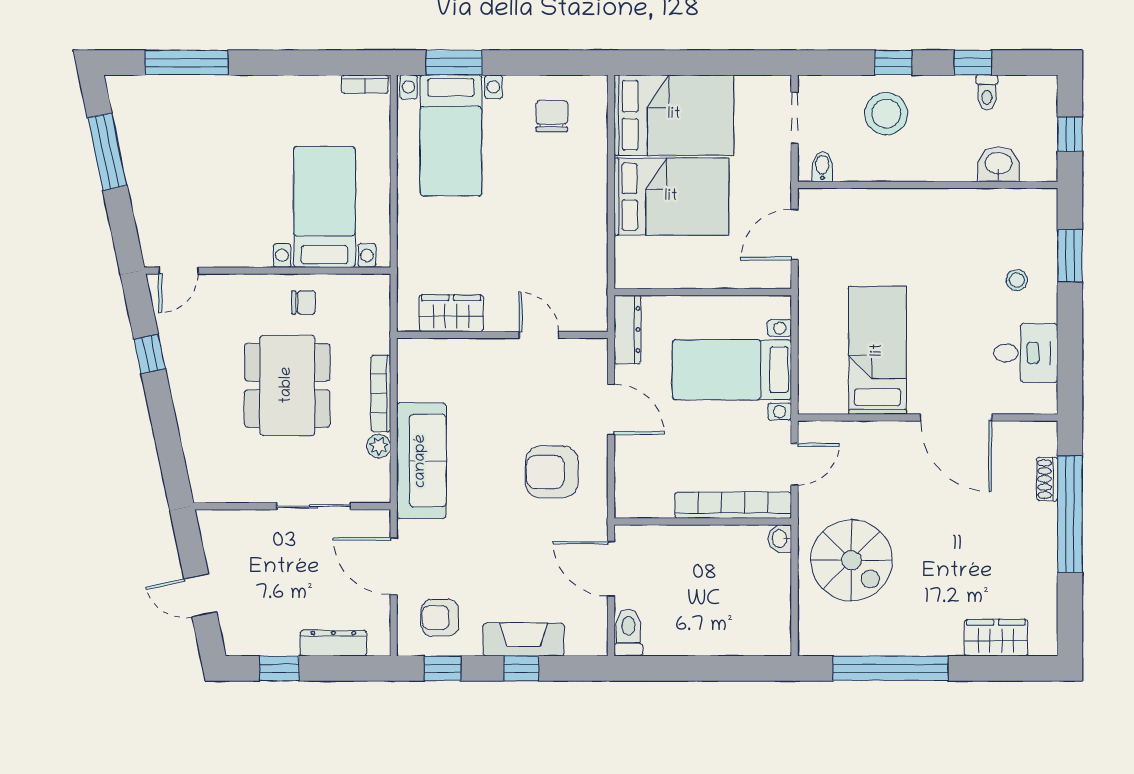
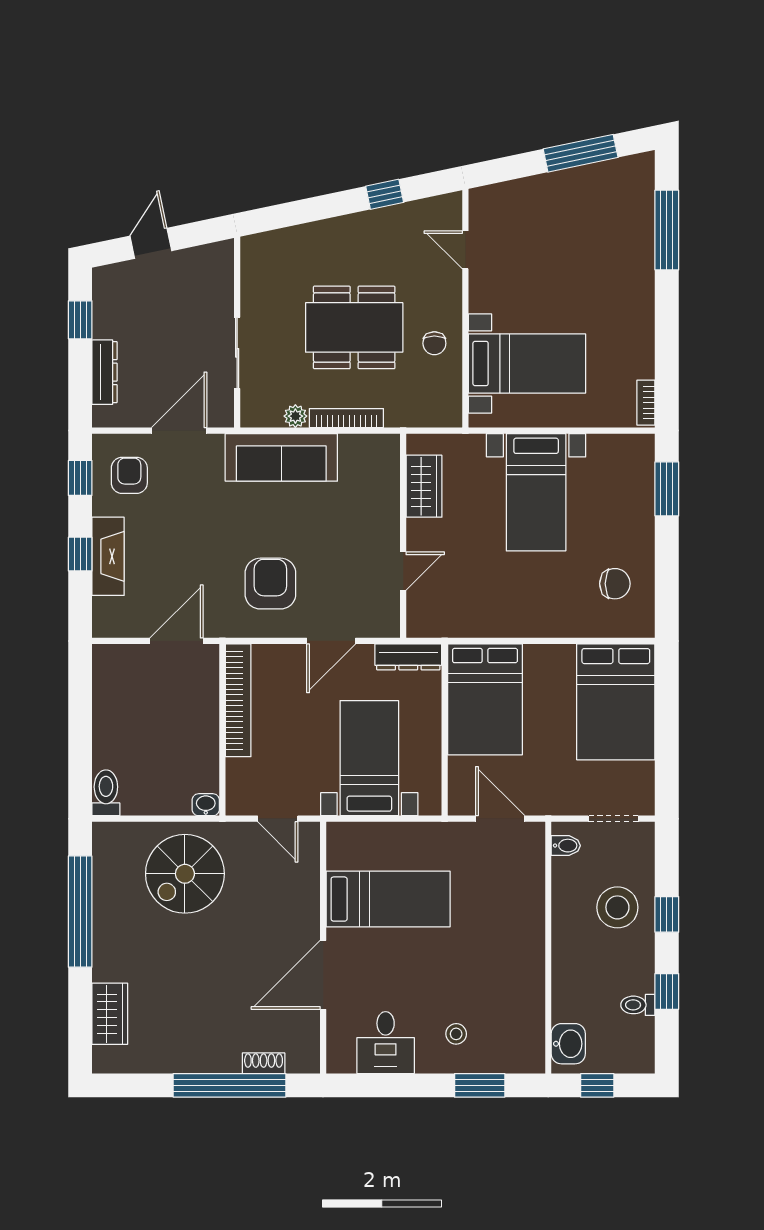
bed with nightstands: (451, 135) -> (536, 492), moved, turned -90
washbasin: (998, 164) -> (568, 1044), moved
bed: (671, 197) -> (485, 699), moved
door: (178, 271) -> (465, 250), moved
bookcase: (733, 505) -> (238, 700), moved
toilet: (628, 632) -> (106, 793), moved, turned -90

